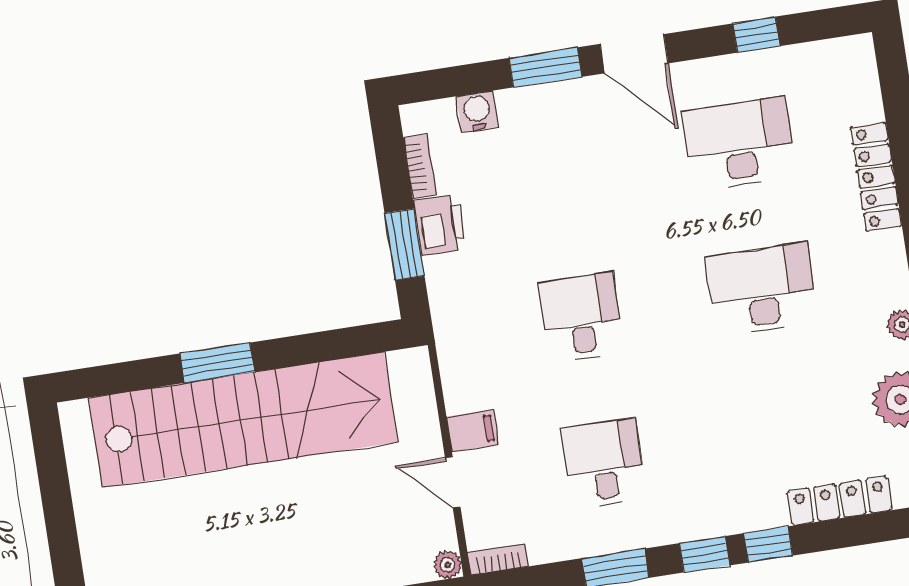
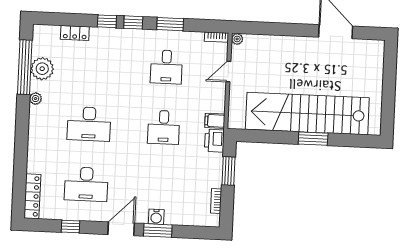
door: (634, 54) -> (121, 229), hinge flipped
water cooler: (477, 112) -> (156, 217), moved
locker: (876, 177) -> (32, 196), moved
printer: (440, 225) -> (214, 141), moved
filing cabinet: (473, 431) -> (215, 121), moved
door: (453, 483) -> (228, 72), swing flipped
locker: (840, 501) -> (75, 33), width x0.66

